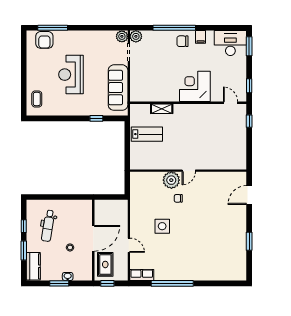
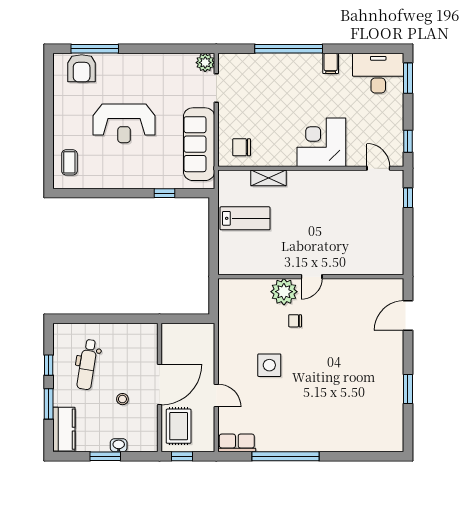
plant: (136, 36) -> (227, 63), removed
chair: (182, 41) -> (242, 147), moved
reception desk: (71, 75) -> (124, 123), turned -90

